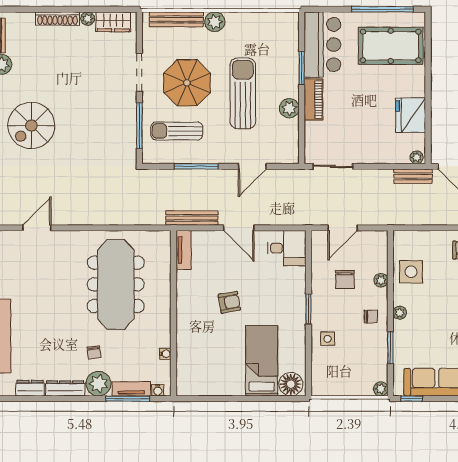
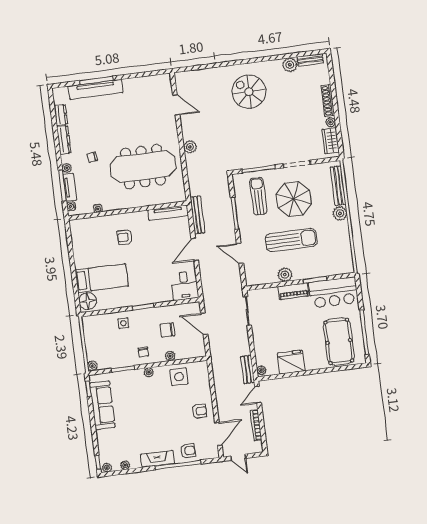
plant: (97, 216) -> (190, 147), added
tv unit: (184, 250) -> (168, 213), width x1.41
armchair: (229, 302) -> (125, 237), moved, turned 100
plant: (98, 384) -> (67, 168), width x0.53, depth x0.53

